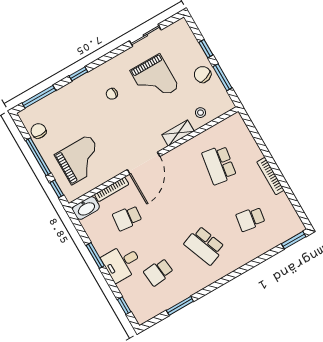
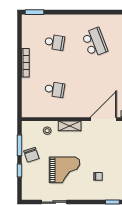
grand piano: (155, 79) -> (65, 170), turned 90
school desk: (219, 165) -> (55, 89), width x0.54

